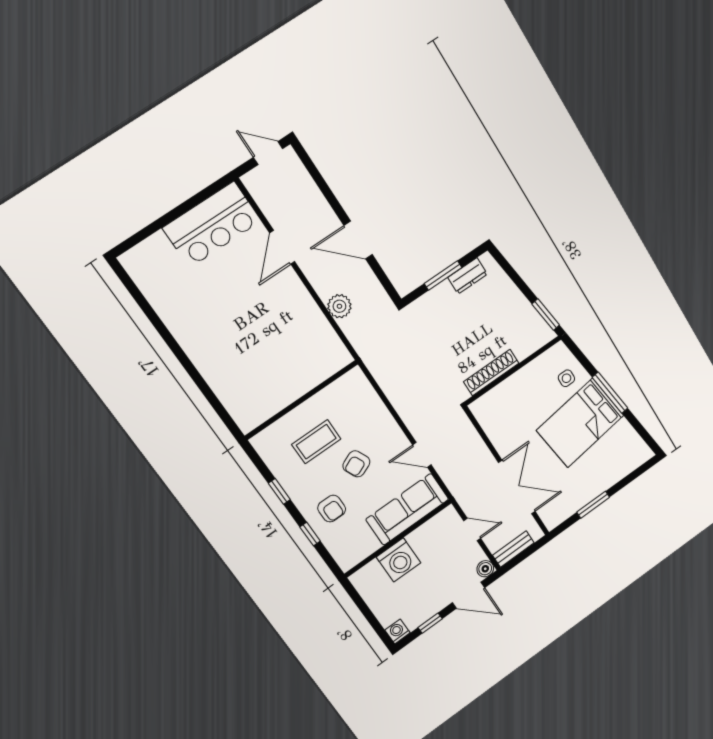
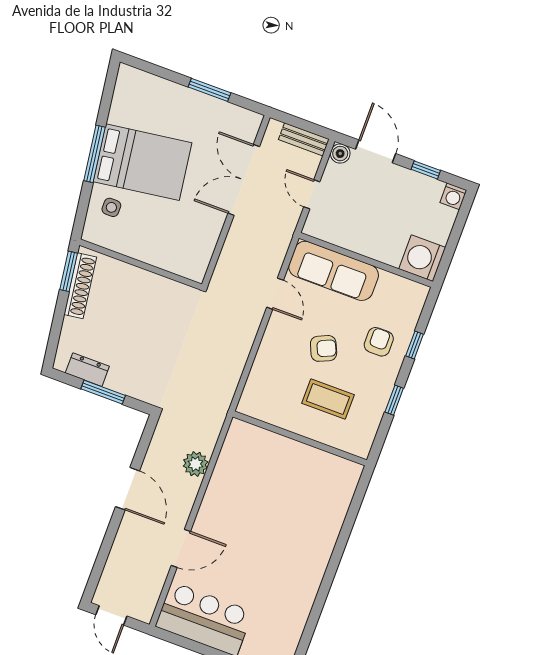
shoe rack: (491, 372) -> (80, 286), moved, turned -98
washing machine: (399, 560) -> (422, 258), moved, turned -90

